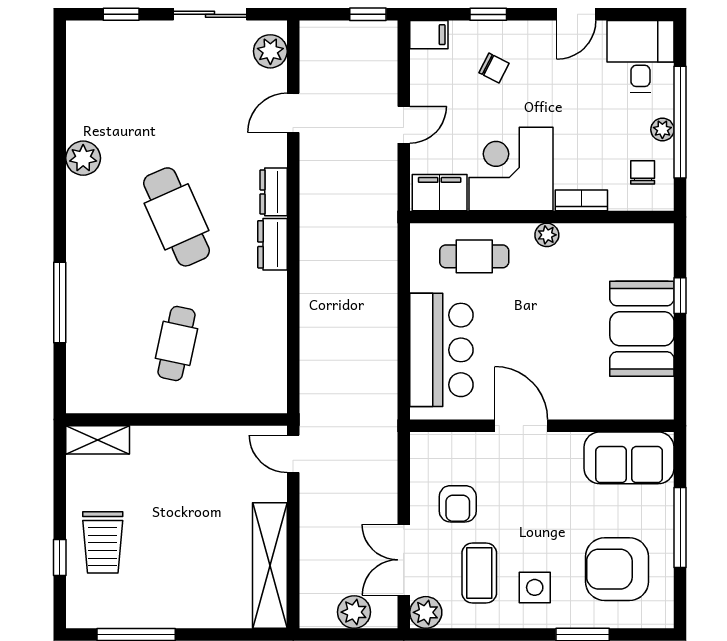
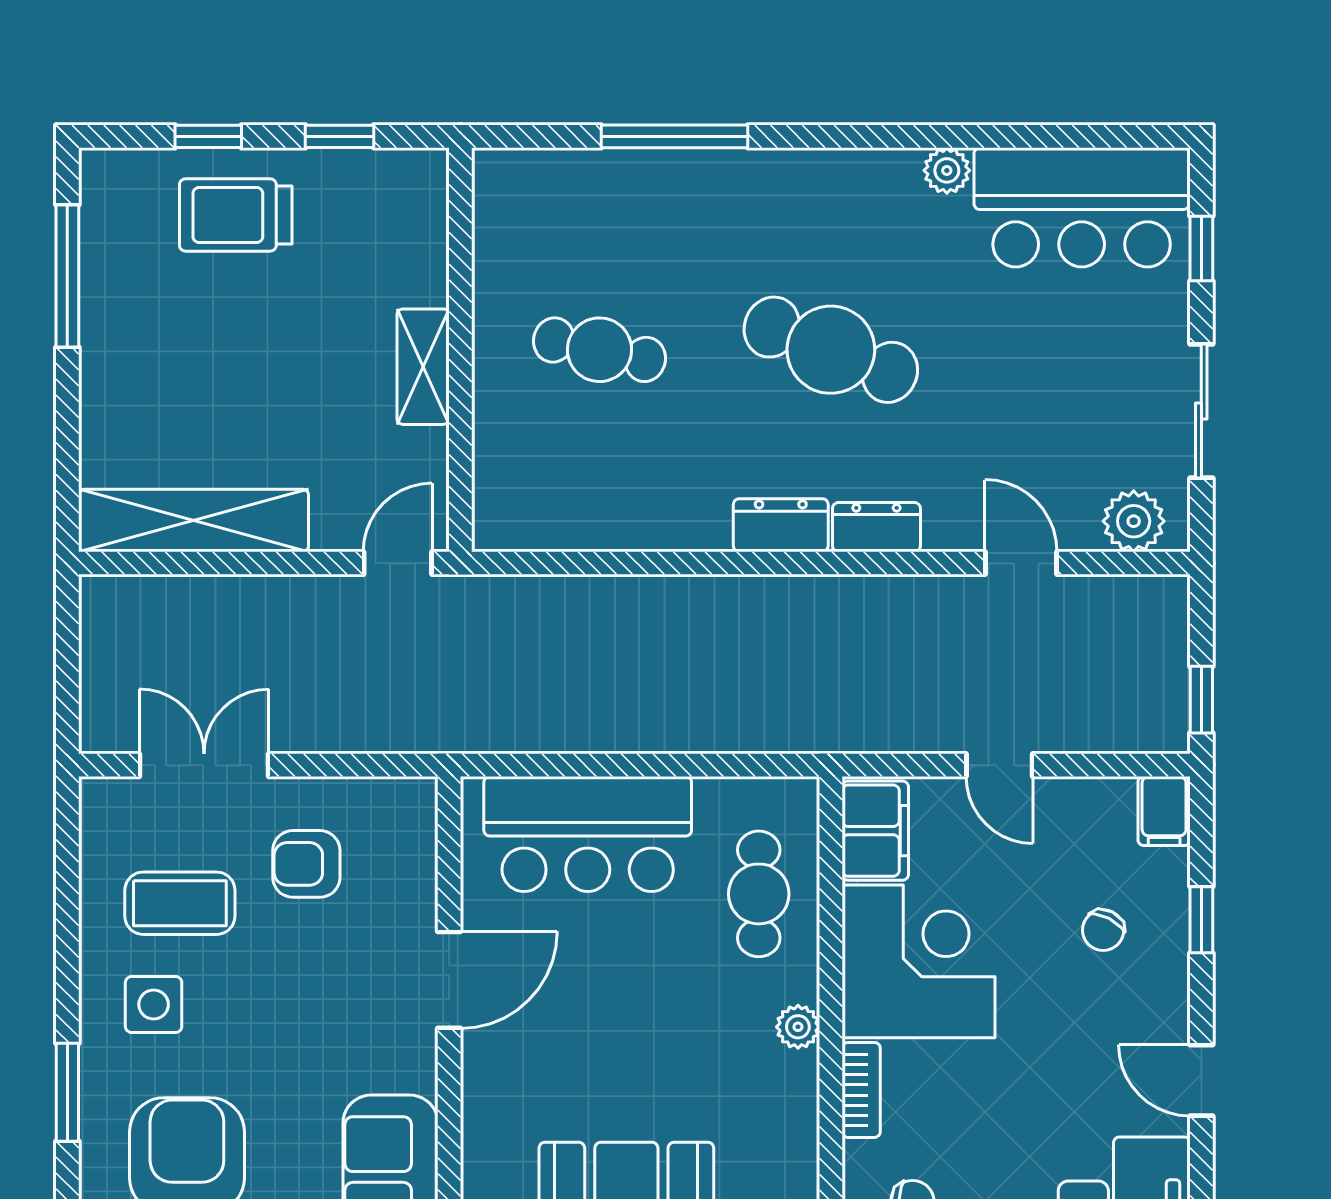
bar counter: (99, 80) -> (1082, 207), added
plant: (83, 158) -> (947, 170), width x0.73, depth x0.73
cafe table: (176, 217) -> (831, 350), turned 45
shelving: (98, 440) -> (423, 367), moved
window: (60, 486) -> (340, 136), added
plant: (354, 612) -> (109, 674), removed
plant: (426, 612) -> (108, 805), removed

